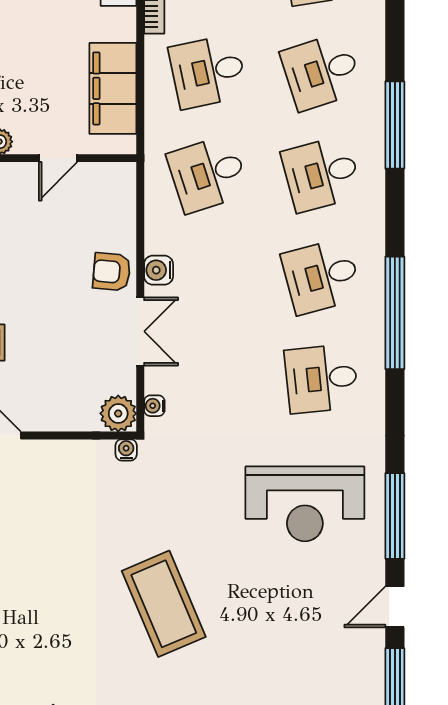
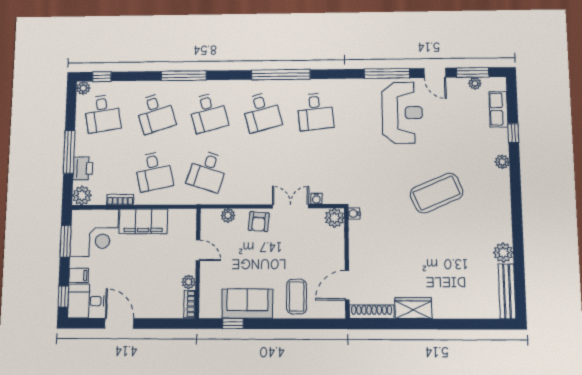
filing cabinet: (113, 88) -> (143, 221), moved
desk: (208, 174) -> (207, 171), turned 36
plant: (123, 214) -> (228, 215), added
water cooler: (159, 270) -> (258, 197), removed
water cooler: (154, 406) -> (316, 199), moved
reception desk: (305, 504) -> (402, 113), moved
plant: (374, 682) -> (475, 83), added

